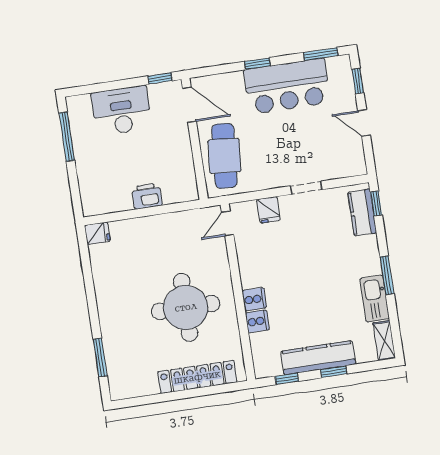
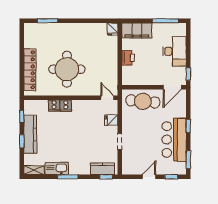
filing cabinet: (93, 187) -> (137, 31), added

